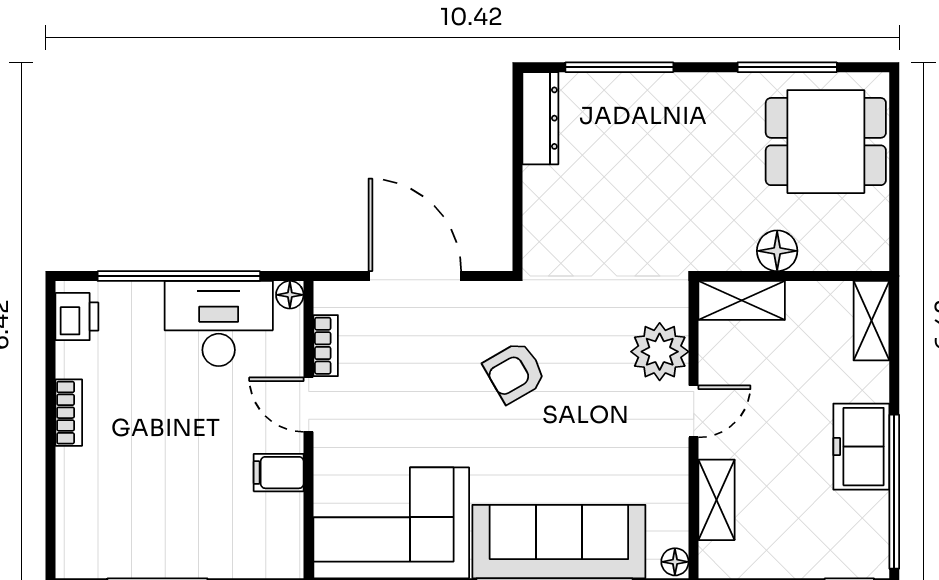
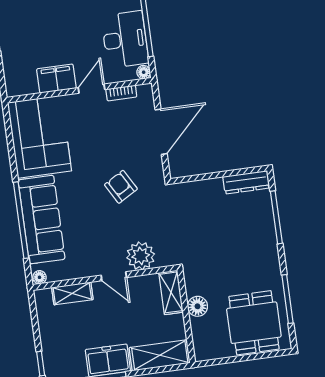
shelving: (871, 321) -> (160, 355), width x1.50, depth x1.33
filing cabinet: (279, 473) -> (56, 79), width x2.00

